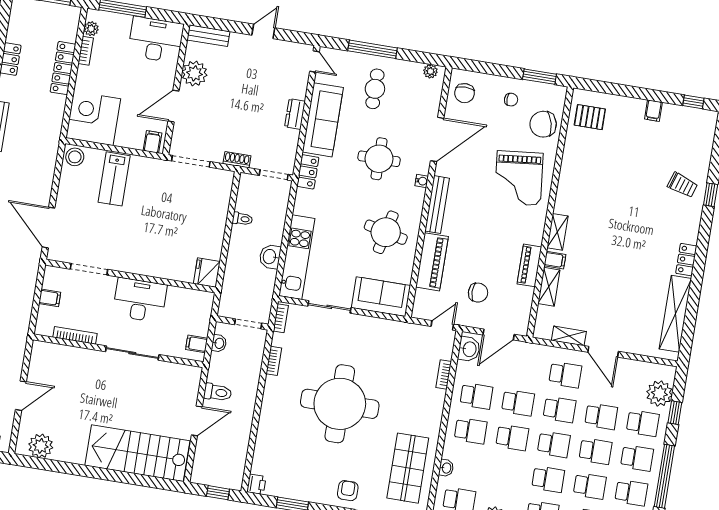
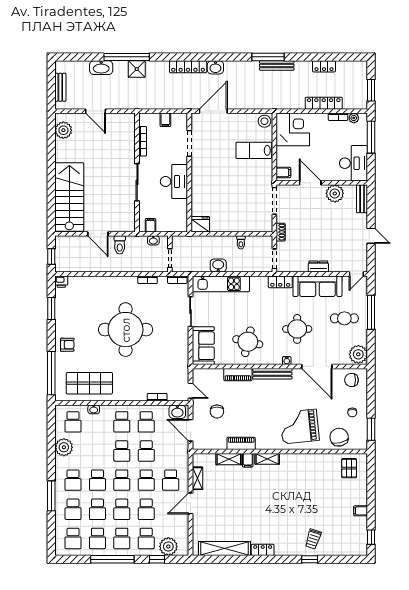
plant: (430, 71) -> (358, 354), width x1.87, depth x1.87
piano: (432, 262) -> (238, 375), width x0.73, depth x0.75

